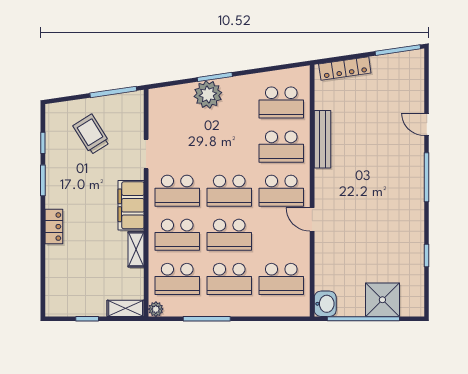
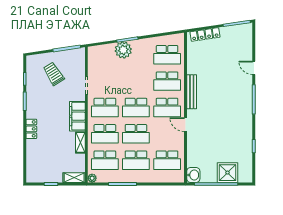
bench: (322, 139) -> (192, 92), moved

